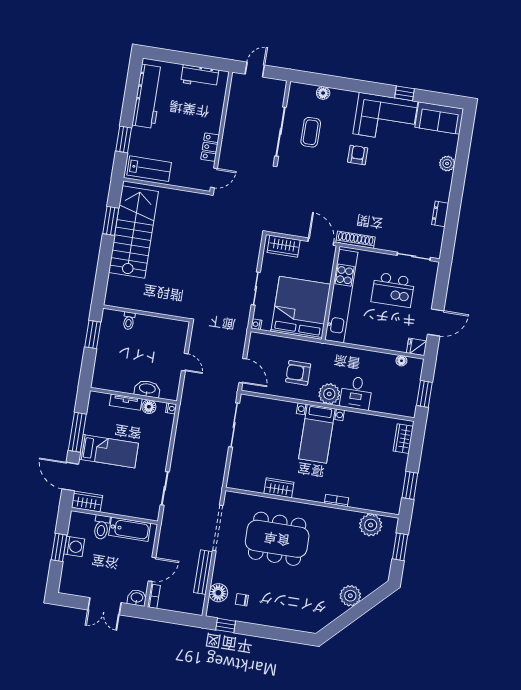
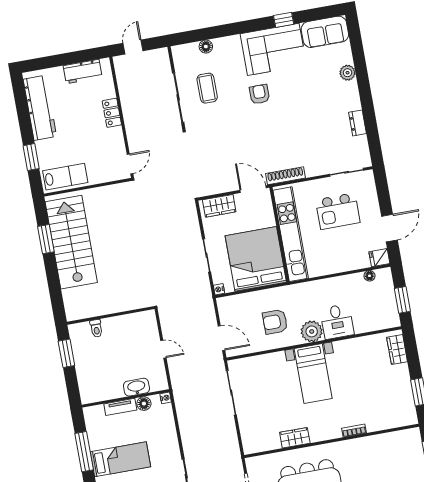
locker: (210, 147) -> (112, 113), moved
plant: (371, 525) -> (395, 443), removed

